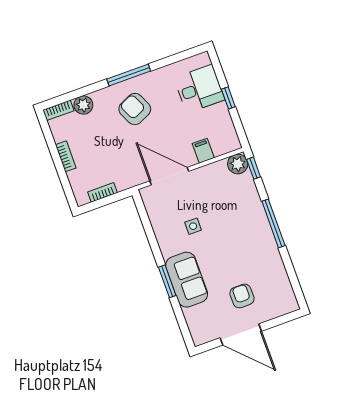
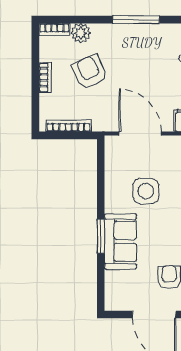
armchair: (135, 109) -> (90, 72), moved
bookcase: (102, 192) -> (69, 126), width x1.56
side table: (193, 226) -> (146, 191), width x1.87, depth x1.87

